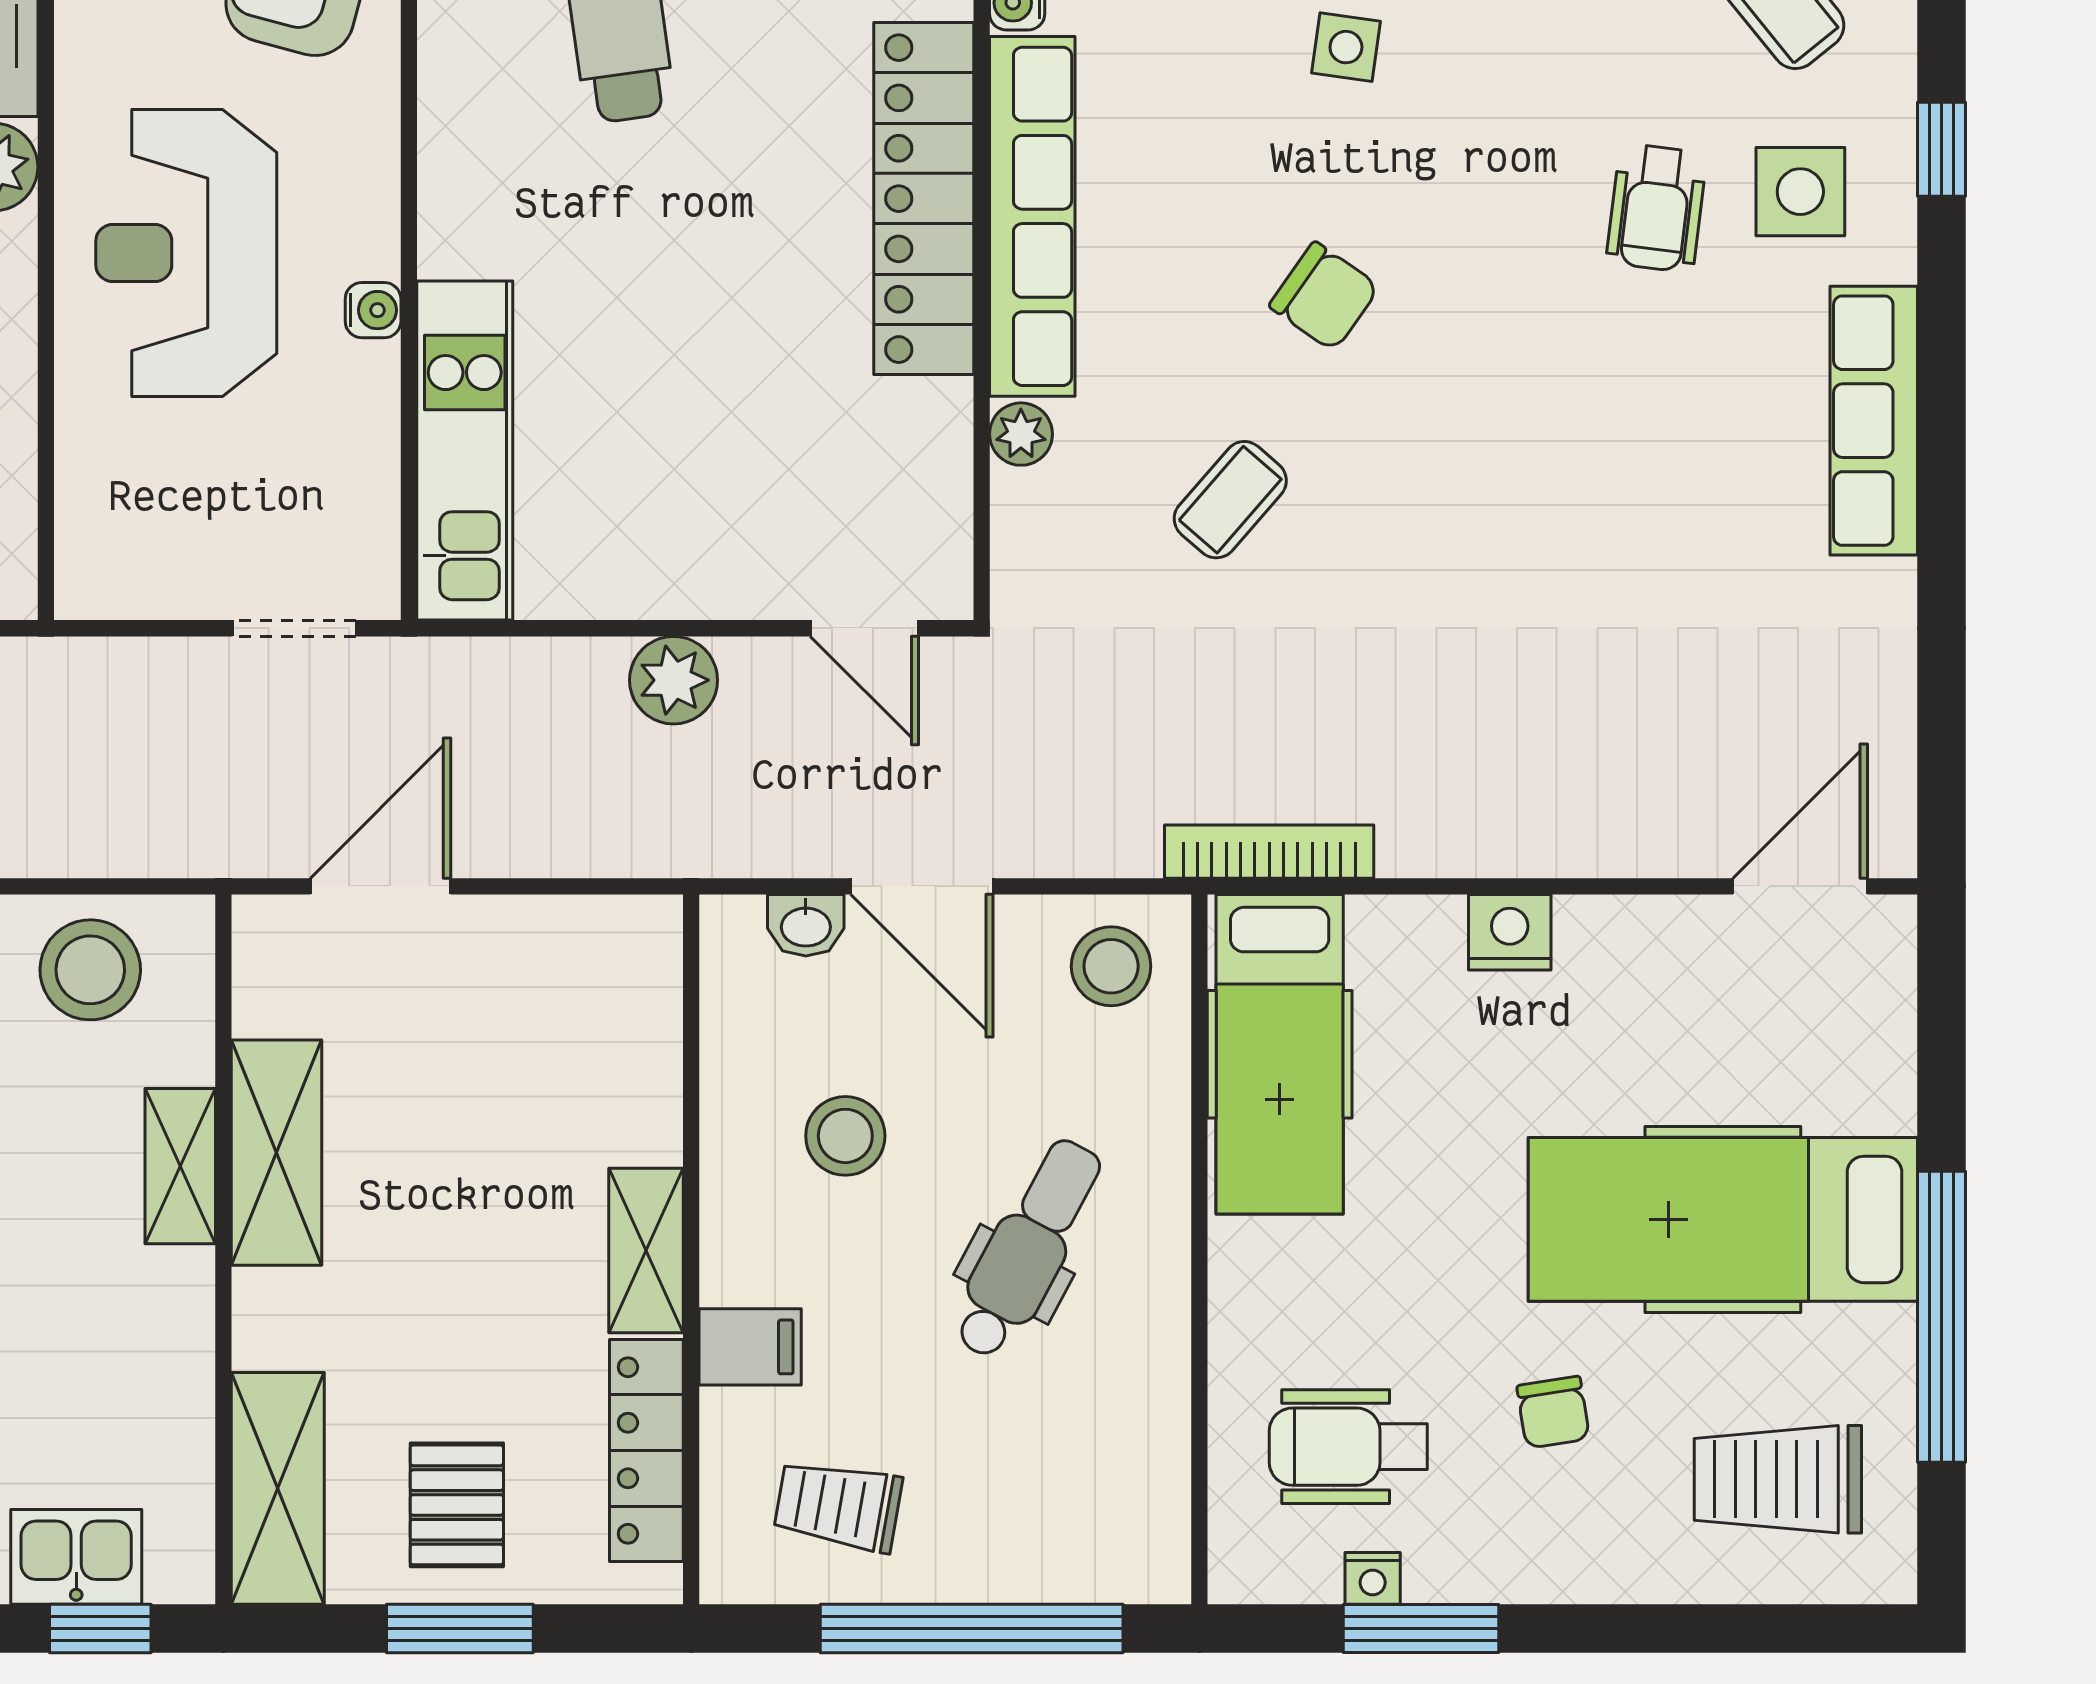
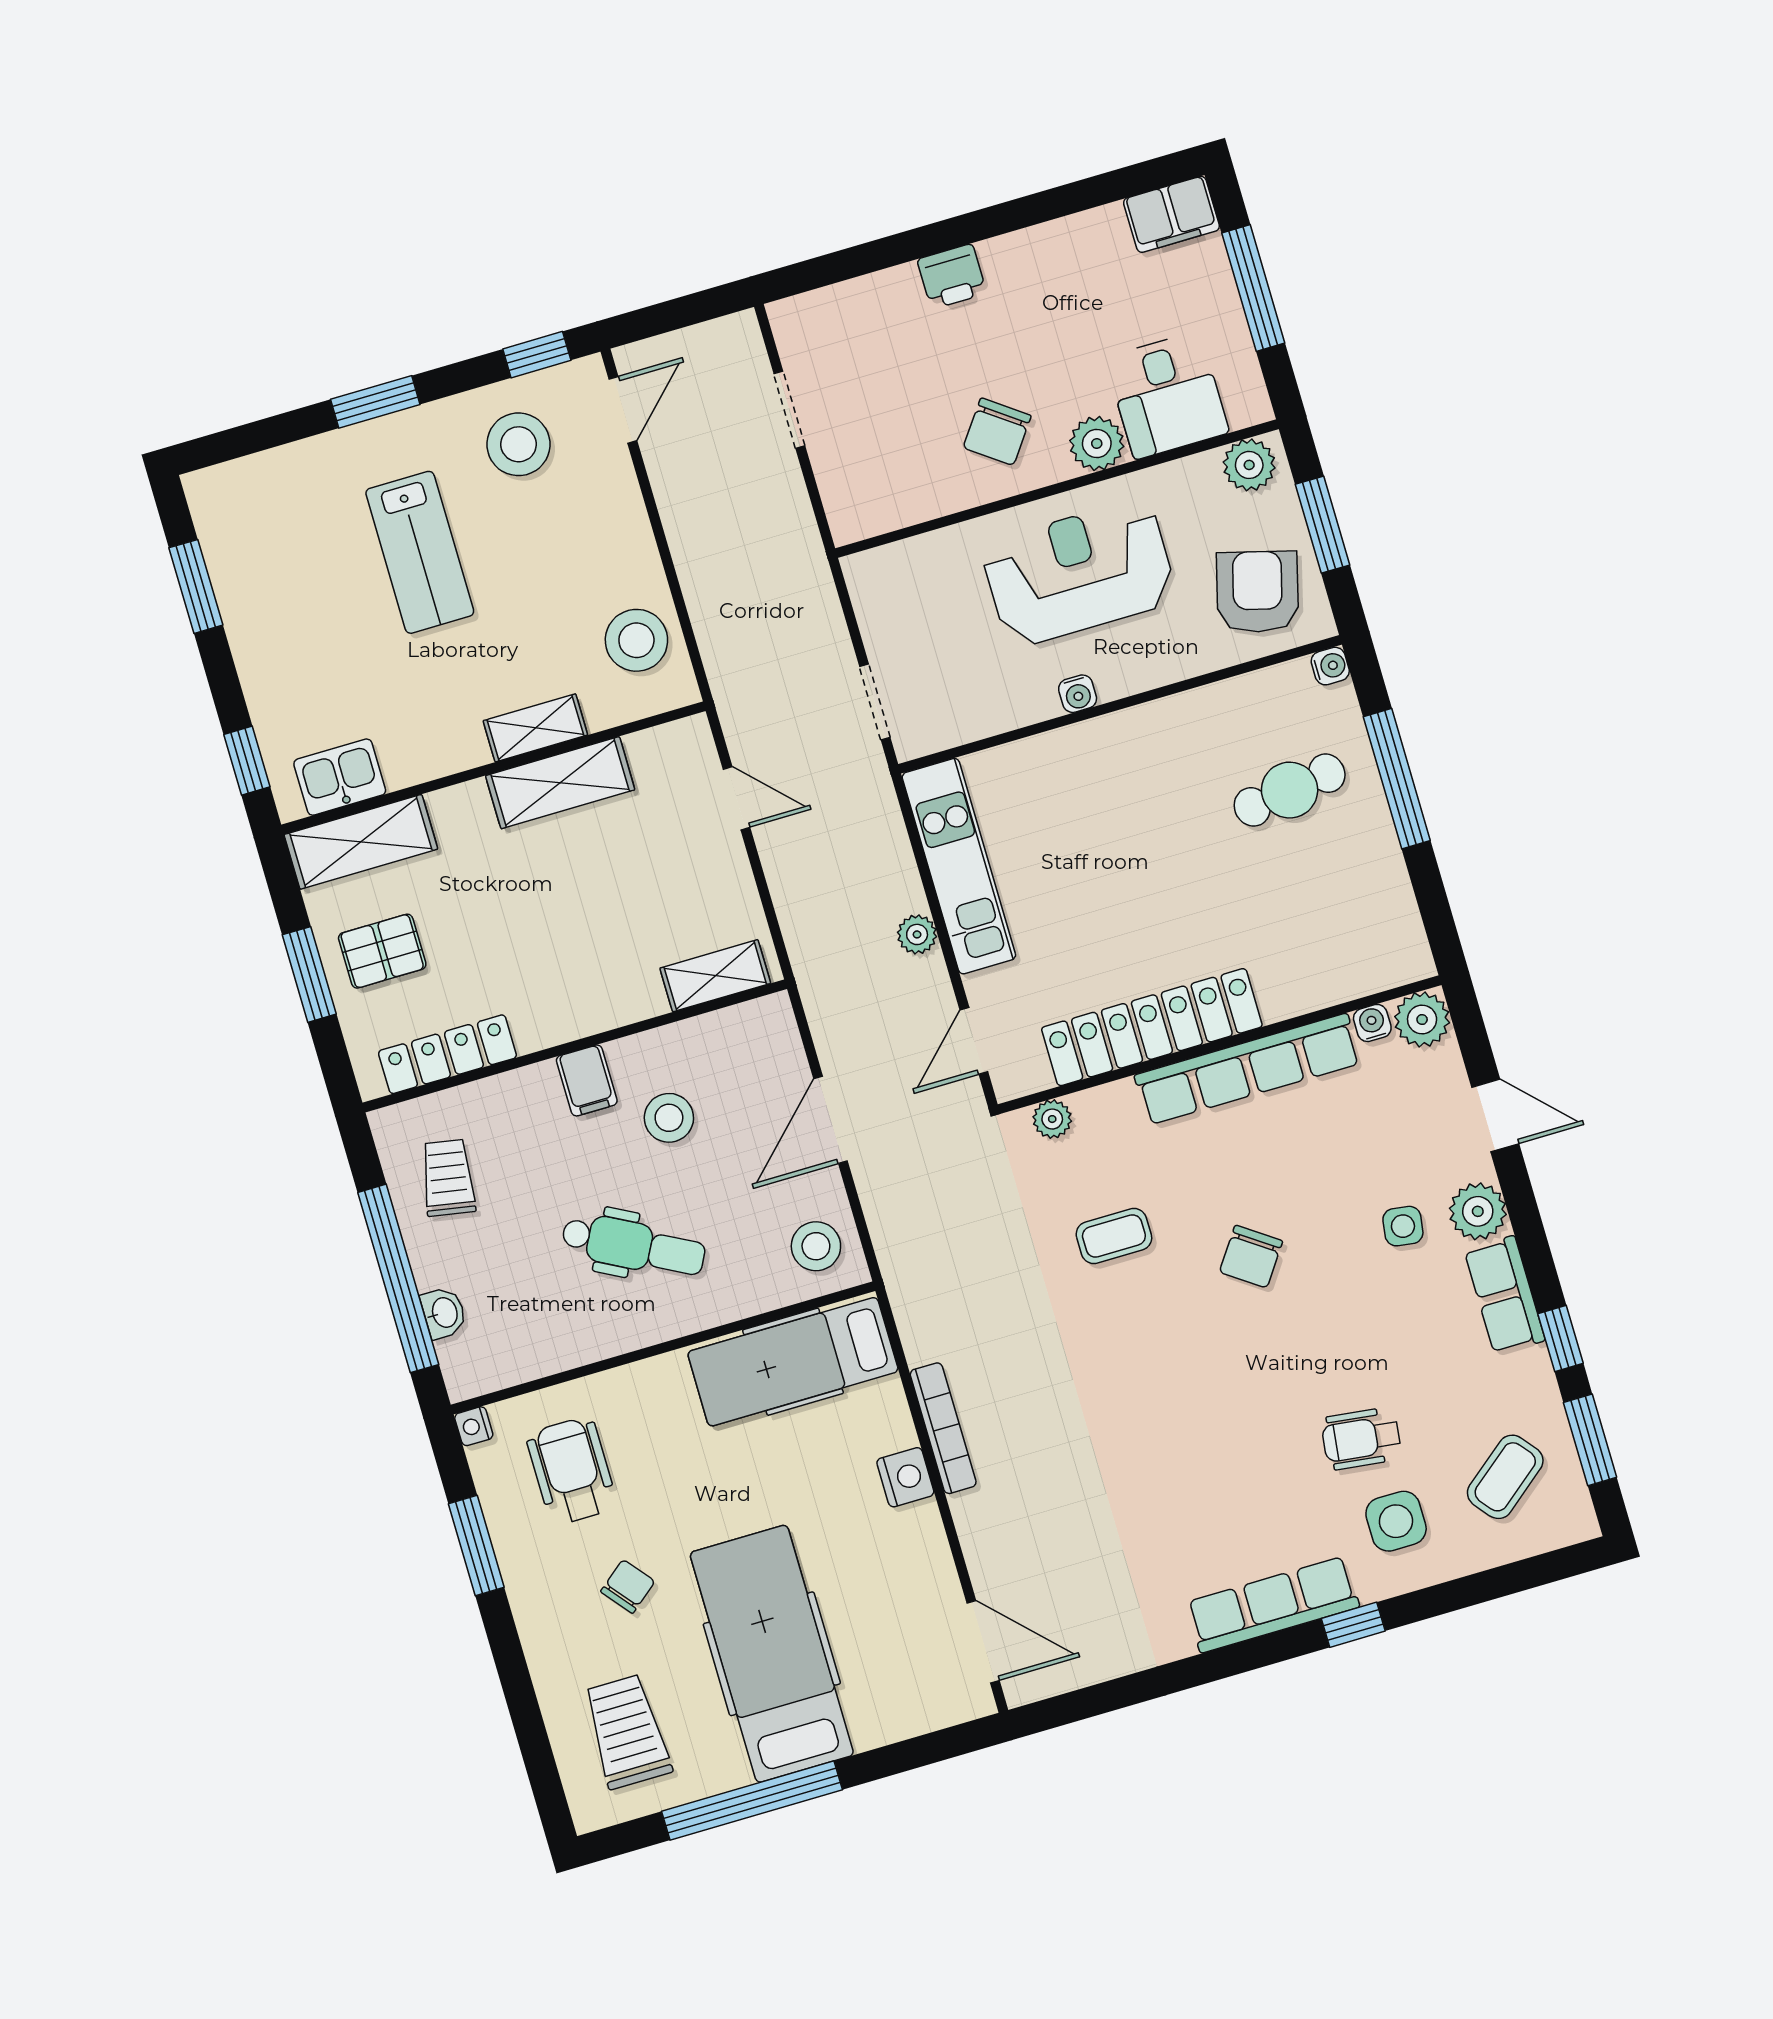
window: (1941, 149) -> (1353, 1625), moved
locker: (924, 199) -> (1152, 1027), moved
plant: (1021, 434) -> (1052, 1119), moved
kitchen unit: (465, 451) -> (959, 866), moved, turned -90
coffee table: (1230, 500) -> (1114, 1236), turned -41
plant: (674, 680) -> (917, 934), width x0.73, depth x0.73
bookcase: (1269, 852) -> (943, 1428), moved
door: (381, 886) -> (736, 798), width x0.73
washbasin: (806, 925) -> (444, 1313), moved, turned 180
shelving: (646, 1251) -> (715, 976), moved
filing cabinet: (750, 1347) -> (587, 1080), moved
chair: (1553, 1412) -> (628, 1586), turned 150
kitchen sink: (76, 1557) -> (340, 777), moved, turned -90
nightstand: (1373, 1578) -> (474, 1426), moved

